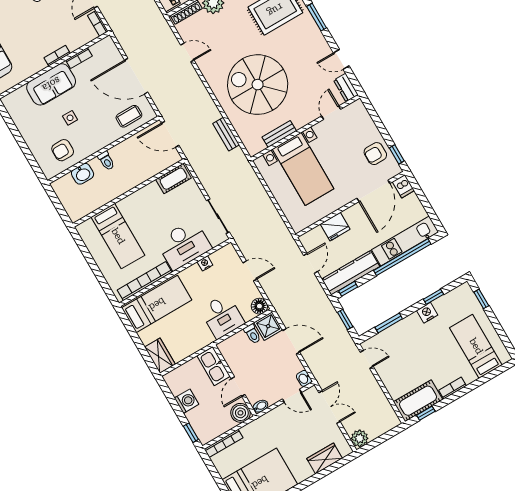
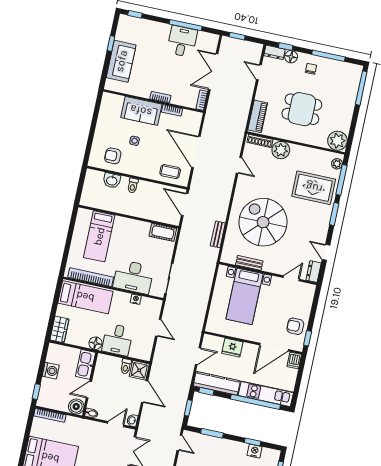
floor lamp: (259, 306) -> (95, 343), moved
nightstand: (427, 313) -> (255, 451), moved
door: (292, 396) -> (116, 424), swing flipped

